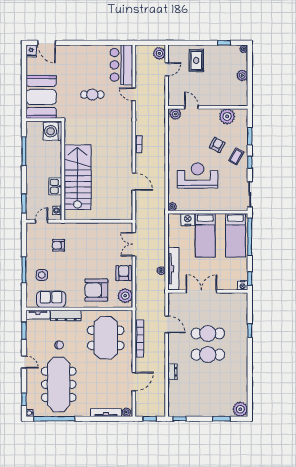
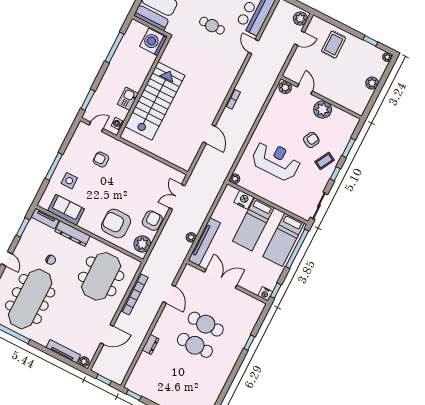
plant: (227, 116) -> (323, 110), moved

